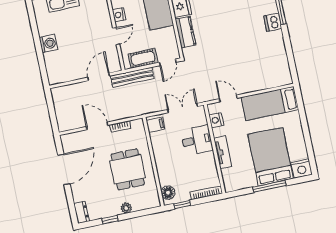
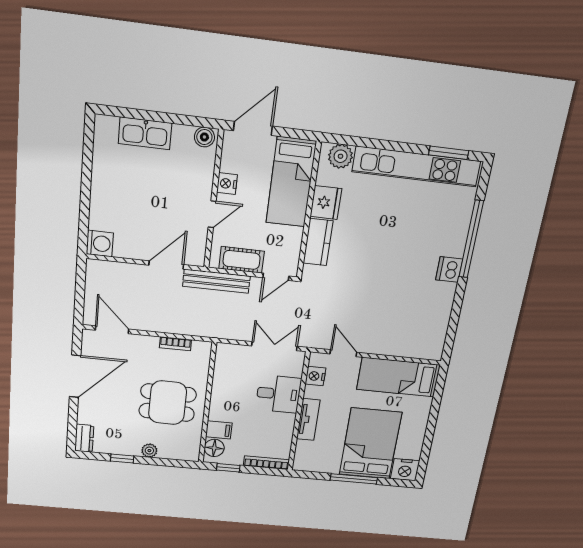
washing machine: (48, 44) -> (100, 244), moved
filing cabinet: (156, 125) -> (219, 430), moved
door: (97, 126) -> (112, 330), moved
dining table: (128, 169) -> (168, 403), turned 90

